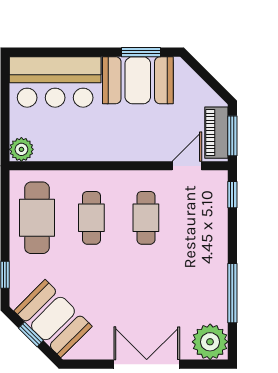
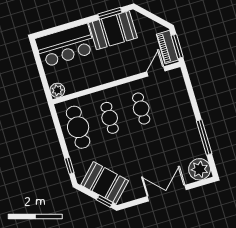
window: (232, 195) -> (187, 80), removed
window: (31, 334) -> (105, 201), moved

